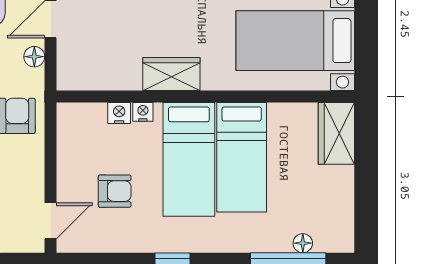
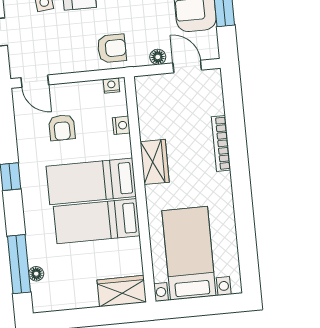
nightstand: (143, 112) -> (111, 86), moved, turned -90

